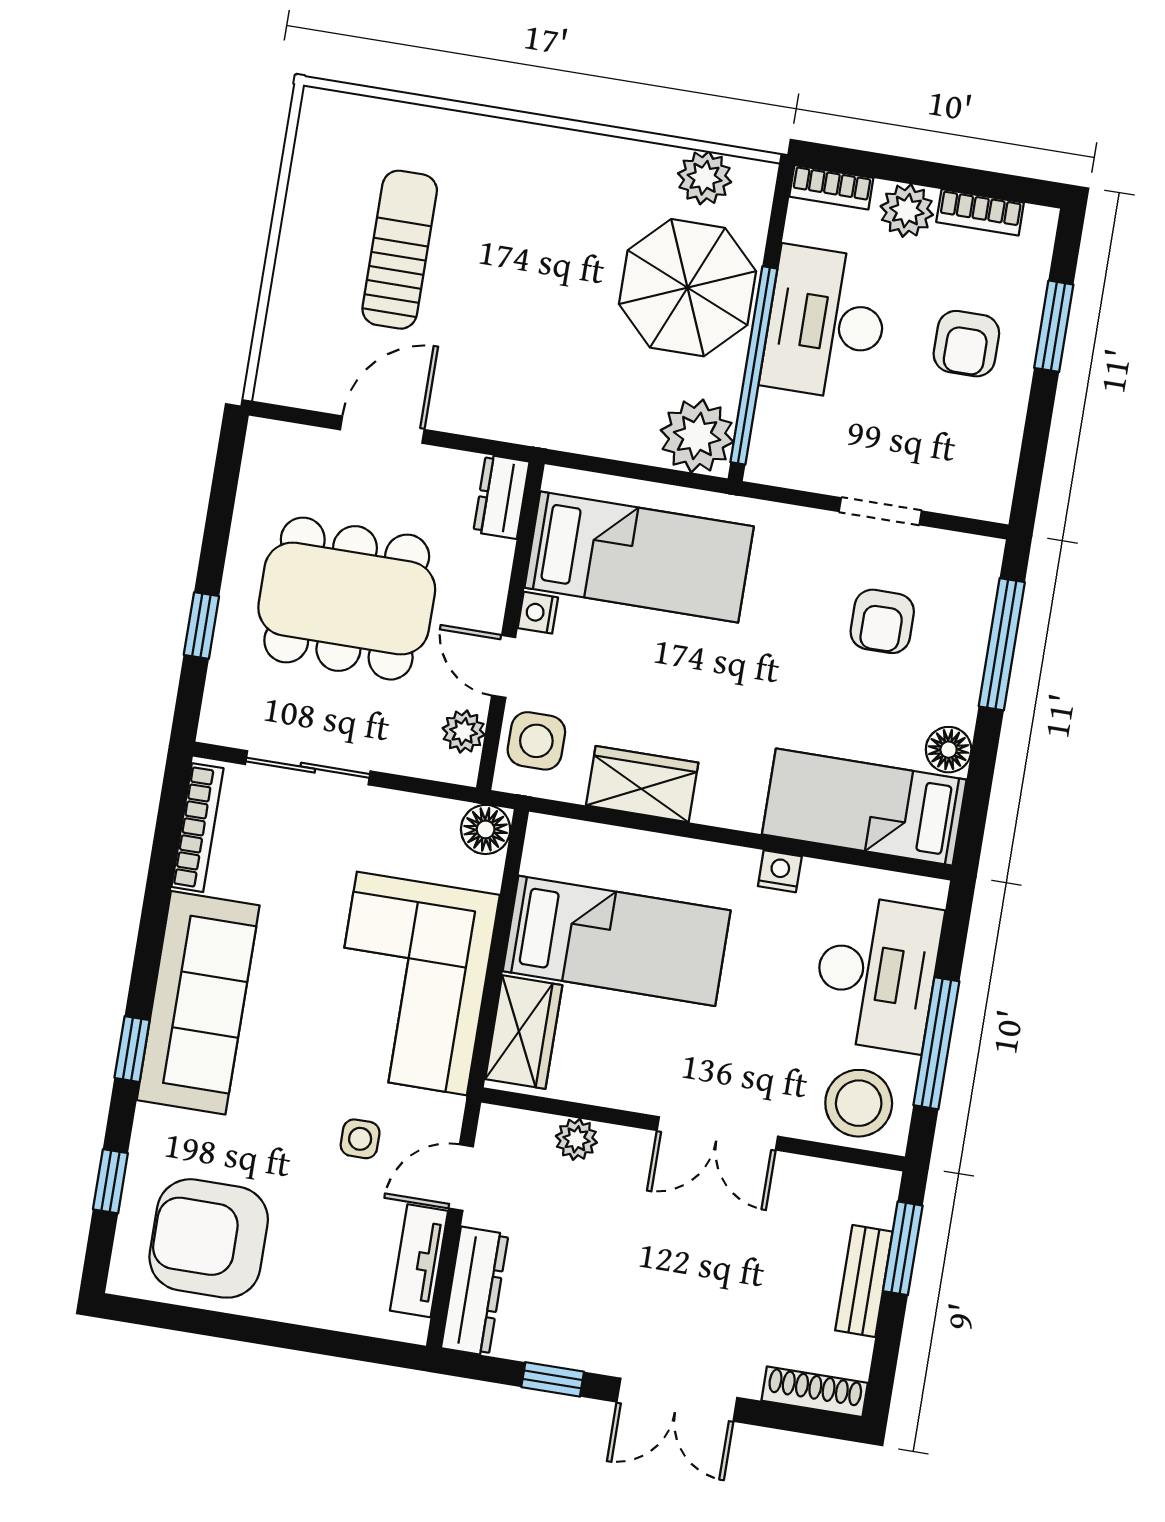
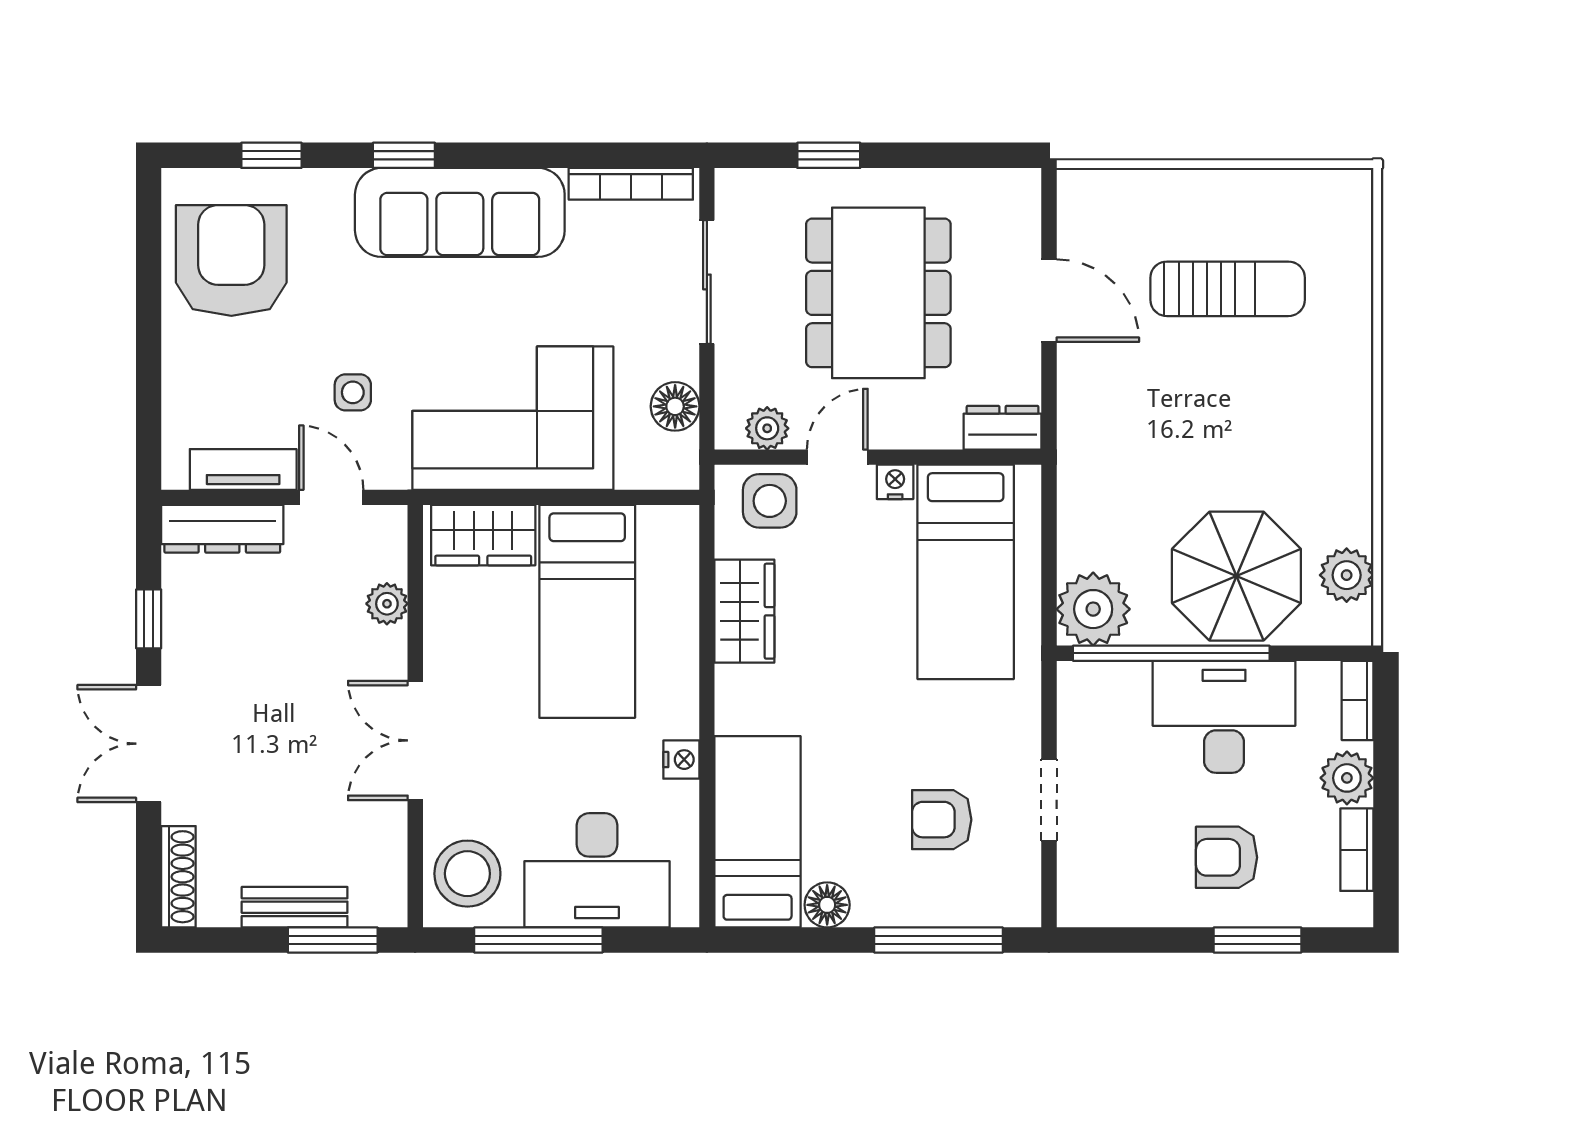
floor lamp: (486, 829) -> (675, 406), moved

